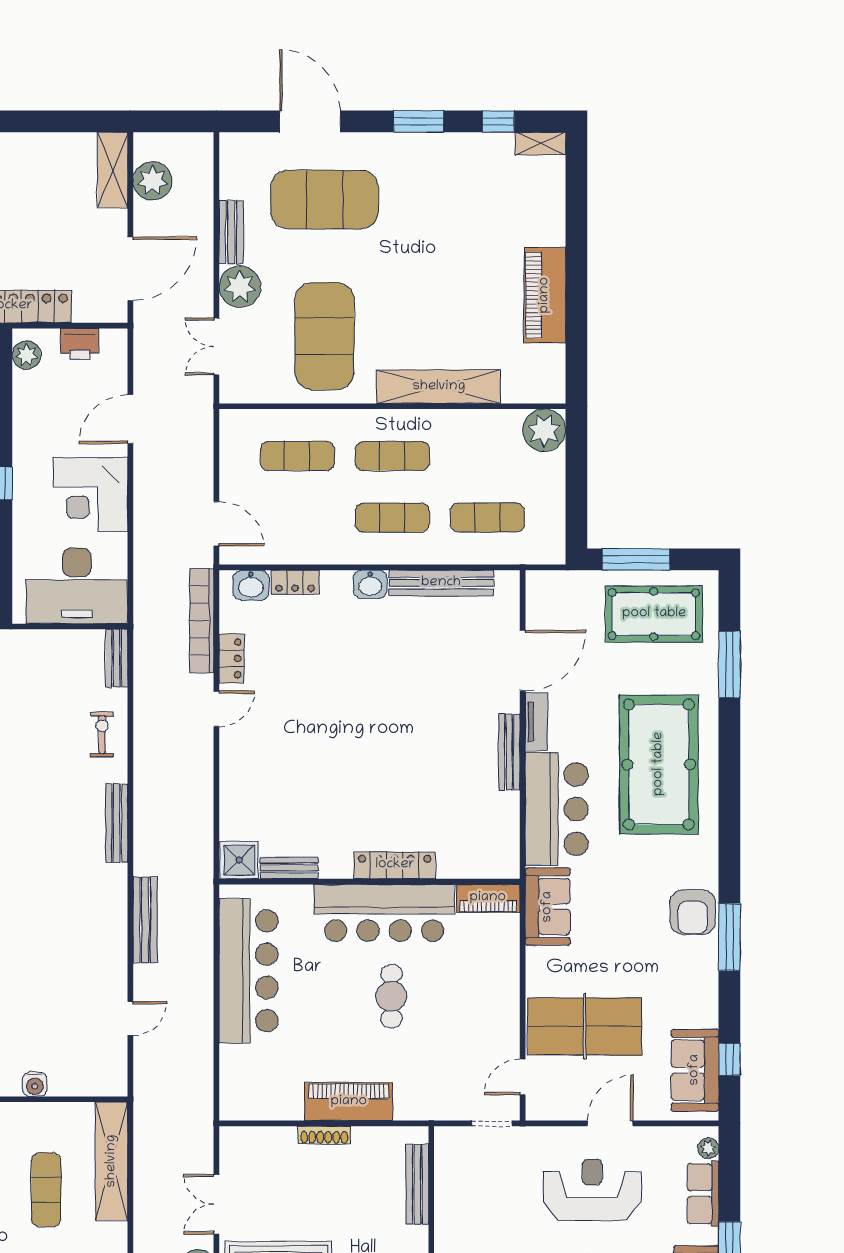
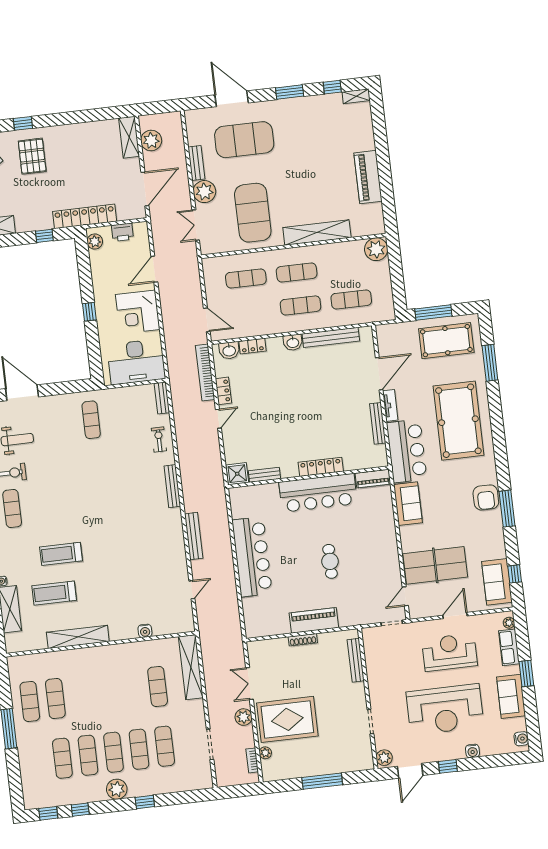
shower: (239, 860) -> (237, 474), moved
locker: (395, 865) -> (321, 467), moved
bench: (289, 868) -> (264, 475), moved
wall: (369, 882) -> (308, 477), moved
piano: (488, 898) -> (373, 479), moved
bar counter: (384, 913) -> (318, 493), moved

